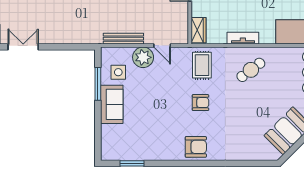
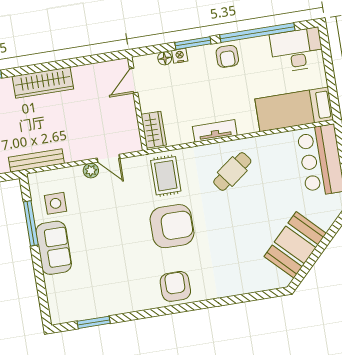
bench: (123, 39) -> (36, 160), moved
plant: (143, 57) -> (91, 171), width x0.53, depth x0.53
armchair: (200, 103) -> (172, 226), width x1.88, depth x1.88
armchair: (196, 147) -> (175, 286), turned -90

